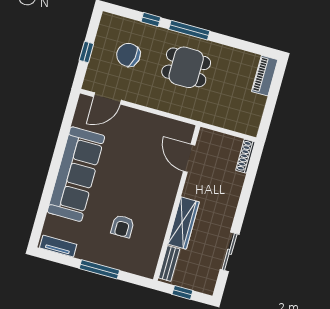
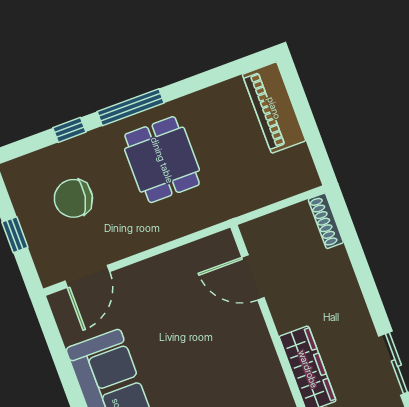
dining table: (186, 67) -> (162, 160), turned 90
piano: (265, 76) -> (274, 108), width x1.37, depth x1.33

